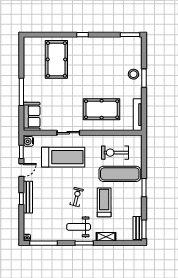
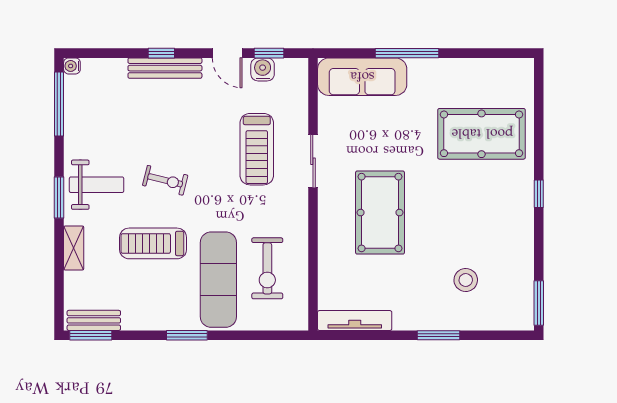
stool: (133, 74) -> (466, 280), moved
pool table: (102, 109) -> (380, 213), moved
sofa: (32, 116) -> (362, 77), width x1.36
water cooler: (28, 141) -> (263, 69), moved
exercise bike: (115, 153) -> (267, 268), turned 180
treadmill: (63, 157) -> (257, 149), width x0.73, depth x0.73
treadmill: (104, 202) -> (153, 243), turned 180
weight bench: (79, 227) -> (97, 185), turned 90

